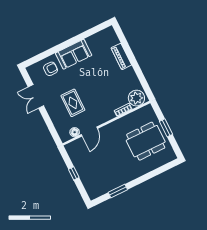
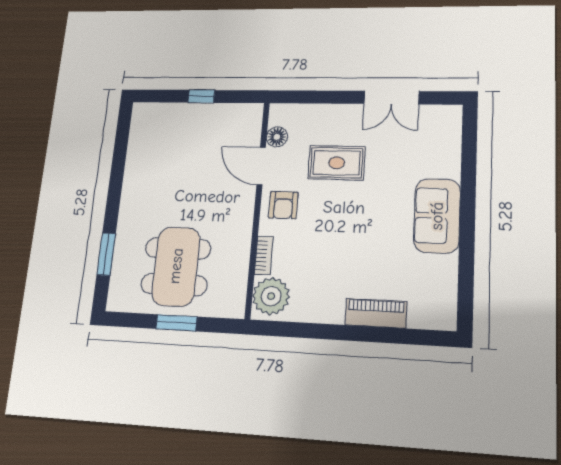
armchair: (51, 69) -> (283, 205), moved
double door: (36, 96) -> (391, 98), swing flipped
window: (118, 191) -> (106, 254), moved

